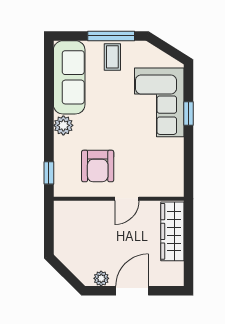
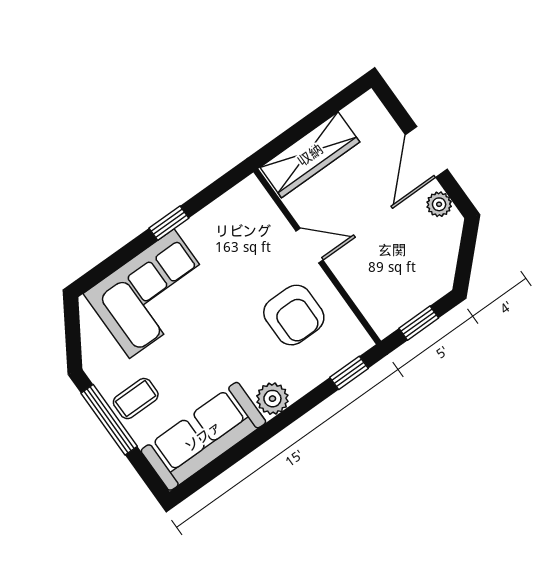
window: (188, 114) -> (169, 223), moved
armchair: (98, 166) -> (294, 315), turned 90
window: (49, 226) -> (419, 323), added
door: (132, 291) -> (426, 152), hinge flipped

